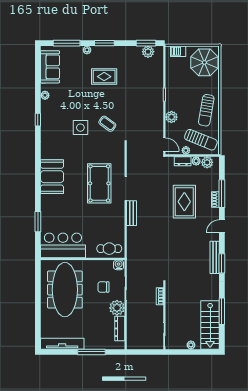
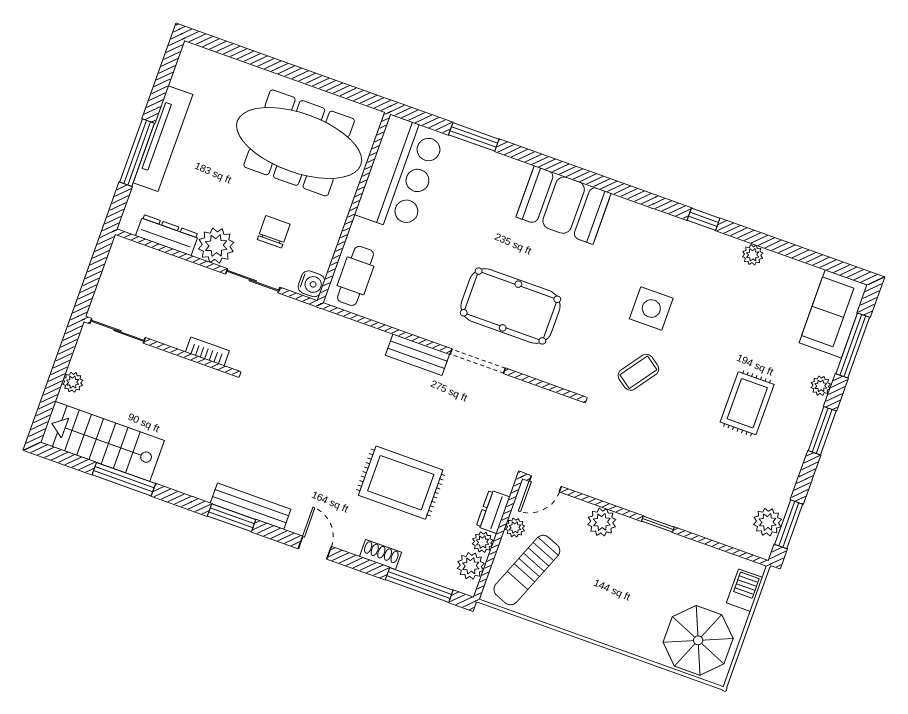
sofa: (50, 67) -> (833, 314), moved, turned 90
sun lounger: (206, 110) -> (589, 606), removed
window: (222, 194) -> (419, 585), moved
tv unit: (62, 344) -> (163, 139), moved

